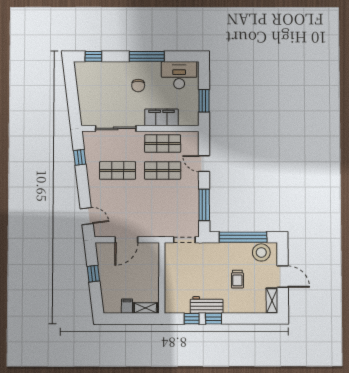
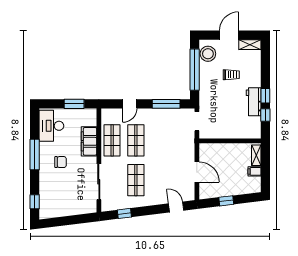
door: (87, 216) -> (176, 207), hinge flipped

